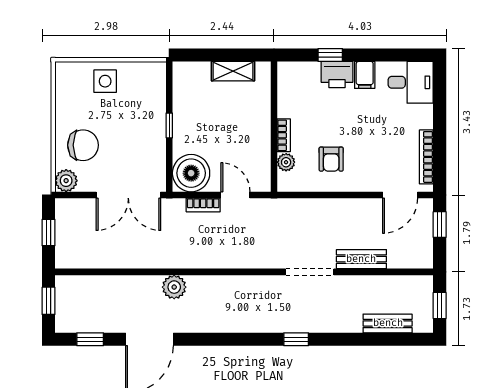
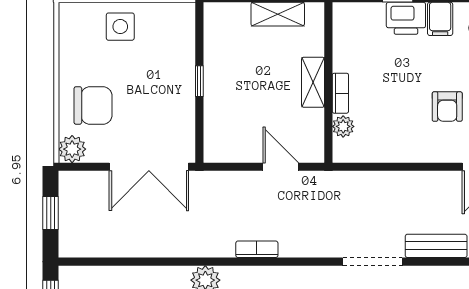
shelving: (262, 126) -> (313, 82), added
armchair: (331, 159) -> (447, 107), moved
boiler: (191, 173) -> (226, 140), removed
bookcase: (203, 205) -> (257, 249), moved, turned 180

